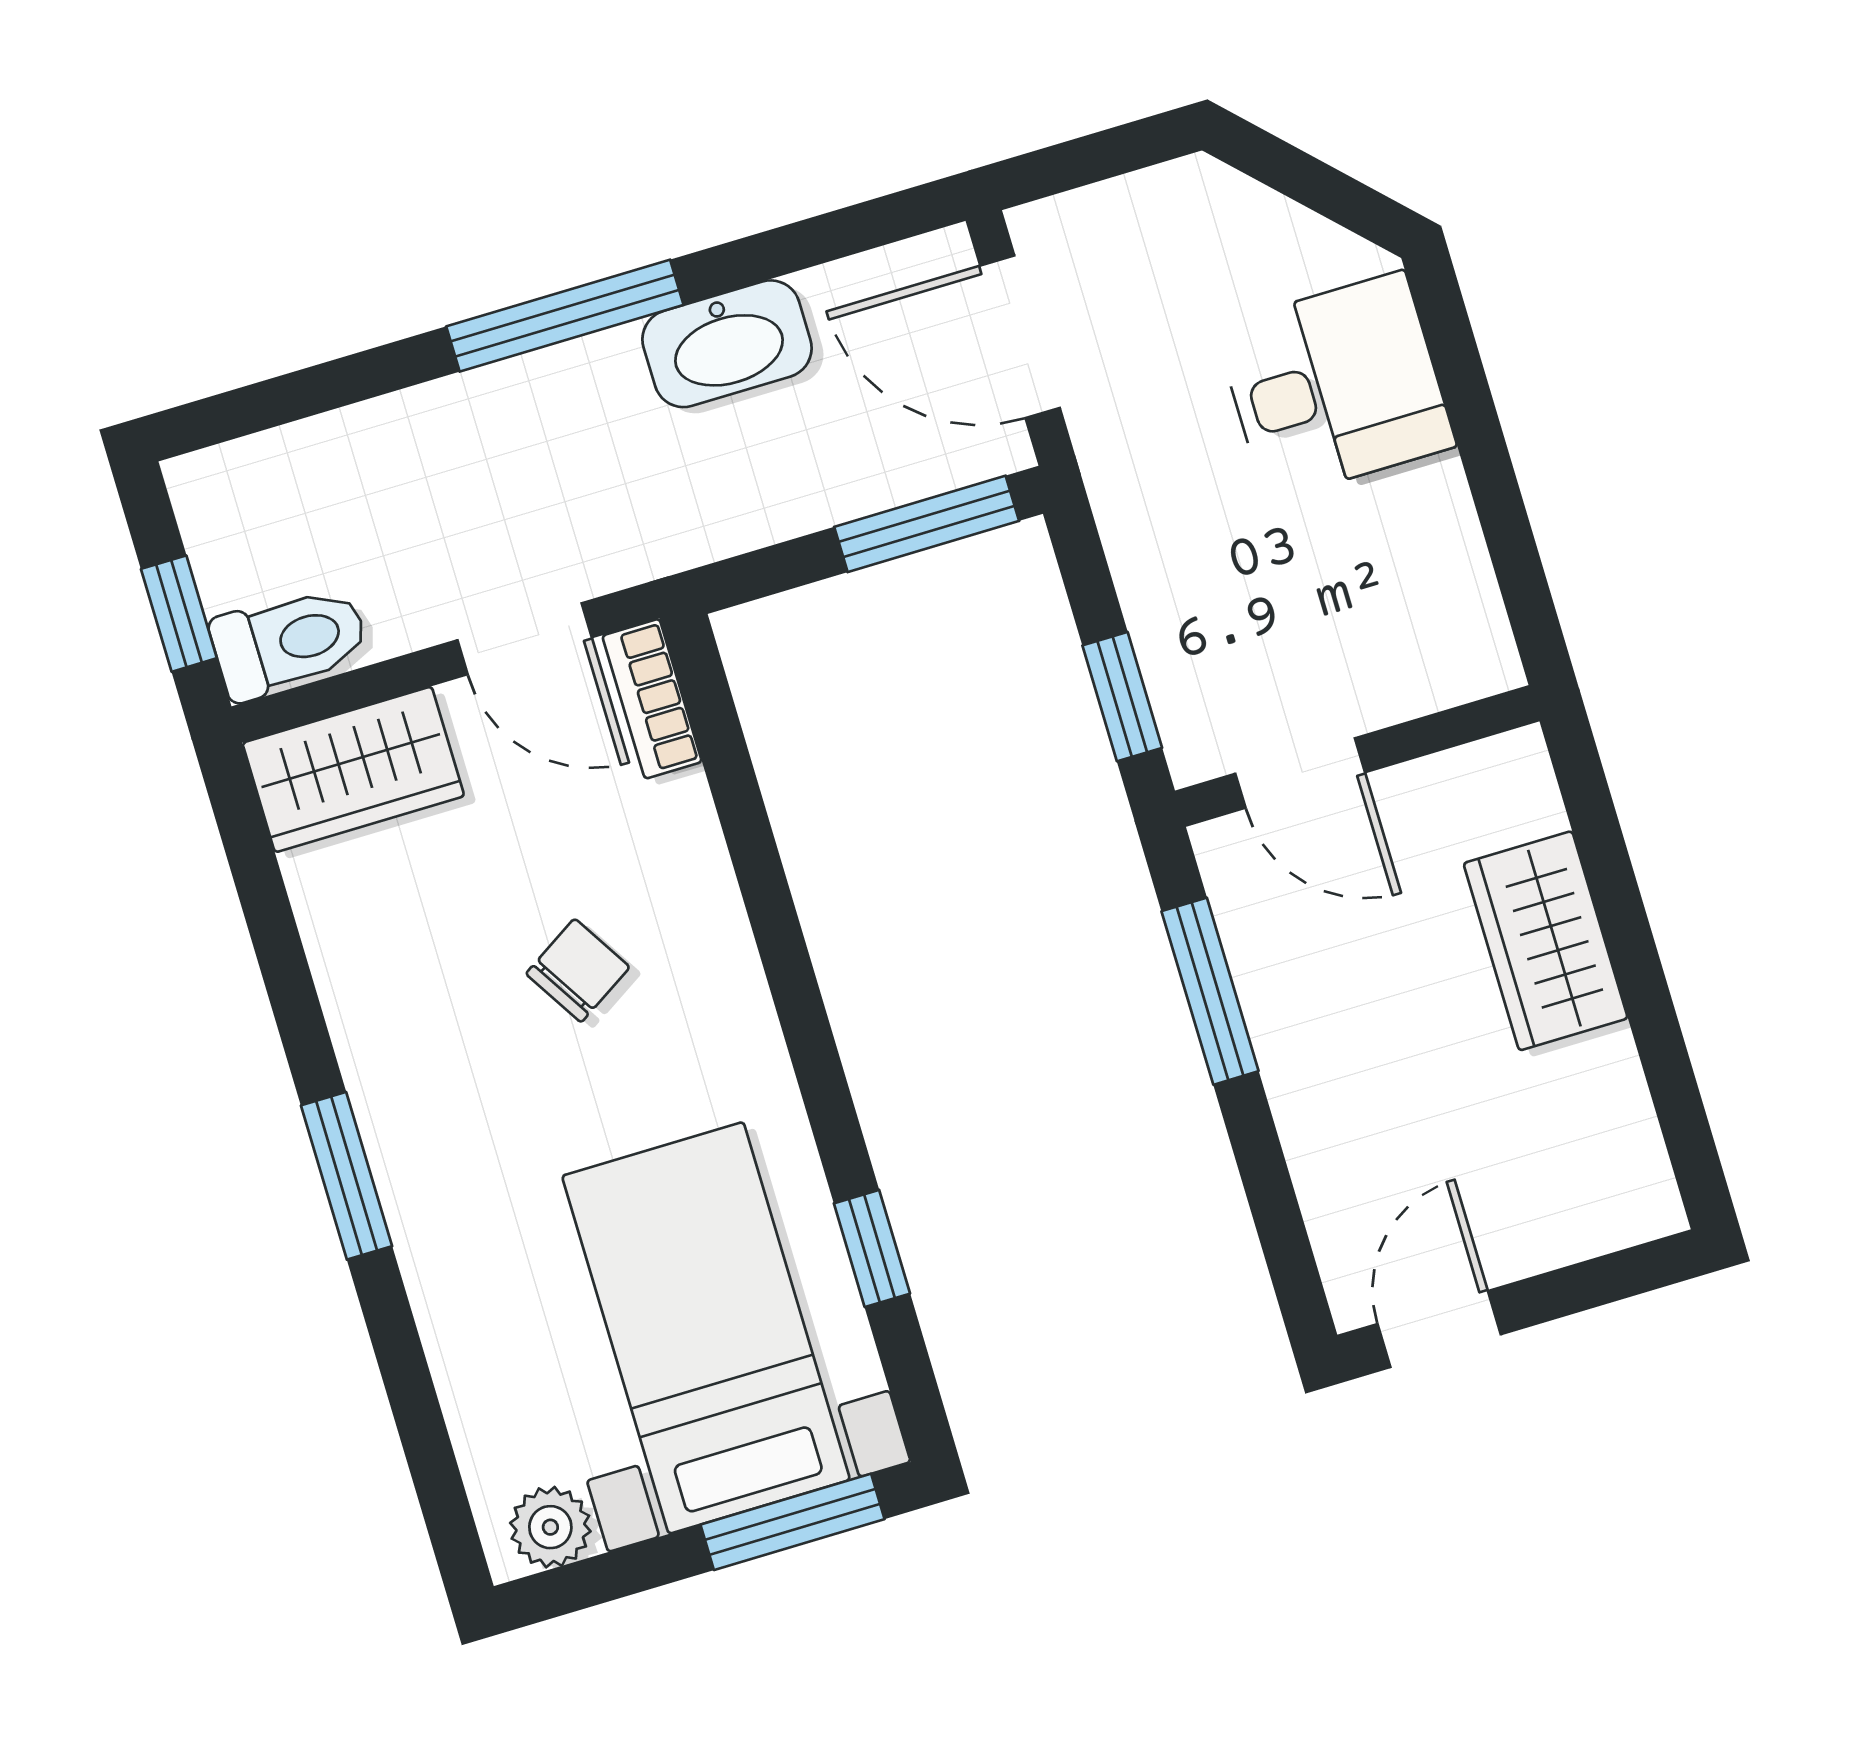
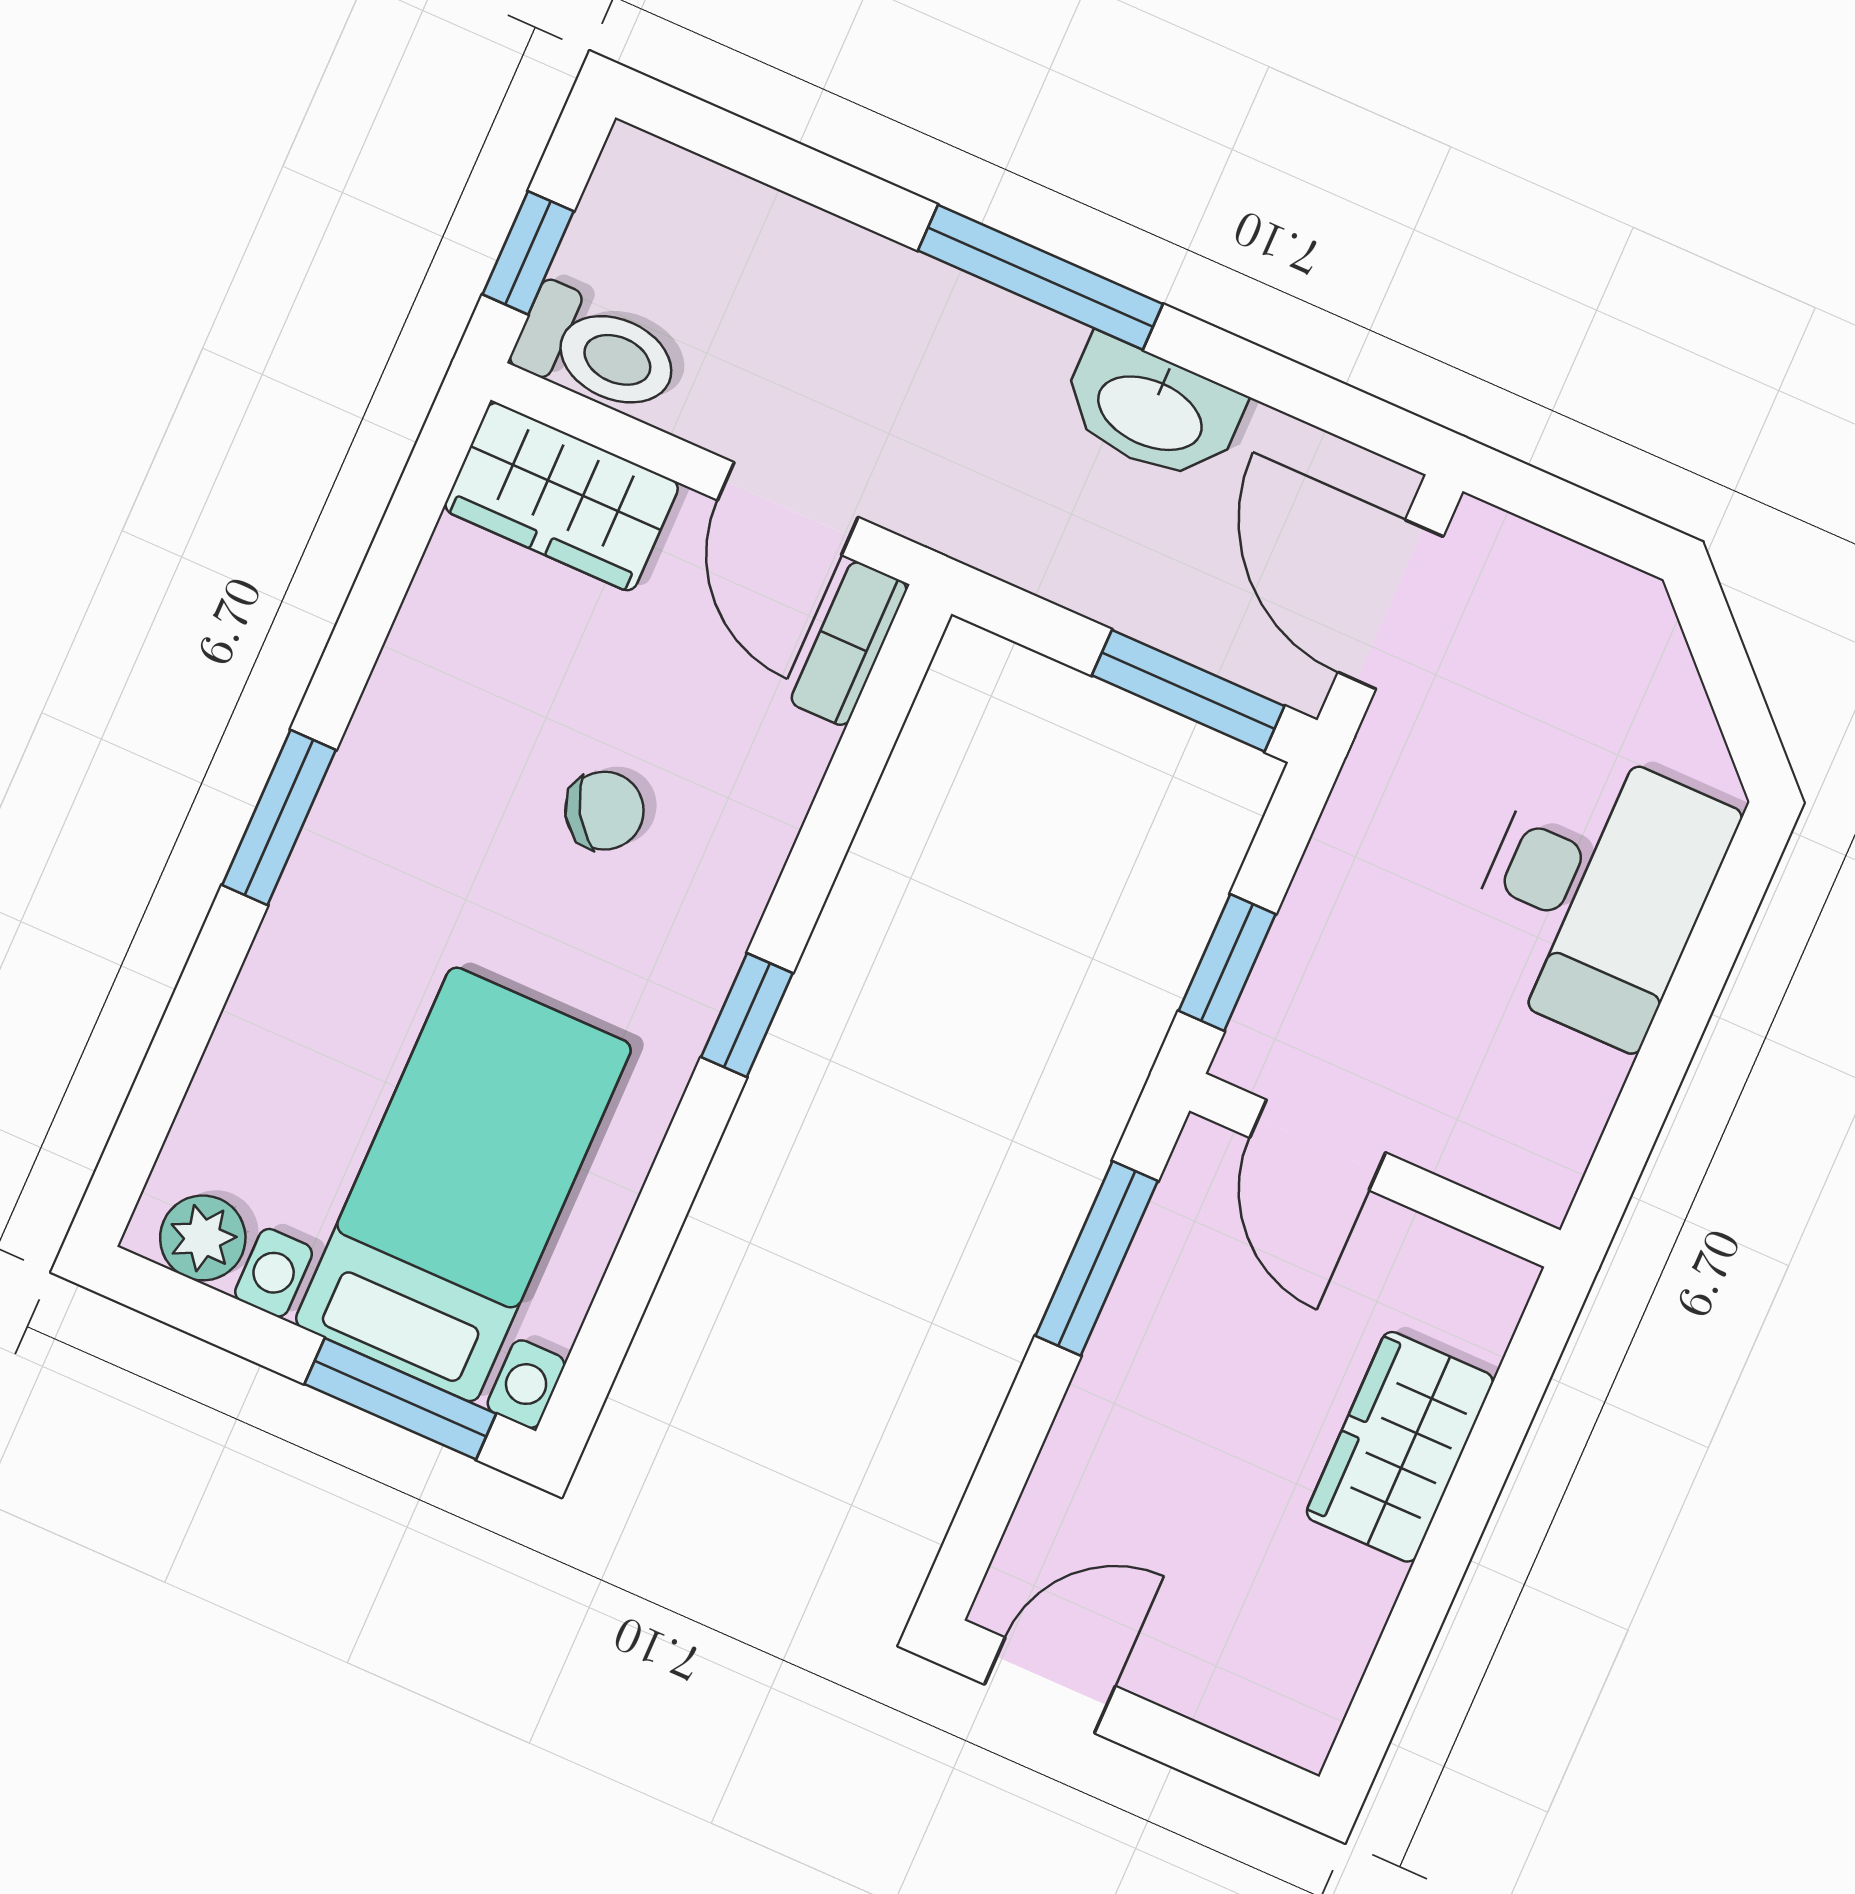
desk: (1335, 386) -> (1595, 892), width x1.37
window: (872, 1248) -> (747, 1015), moved

